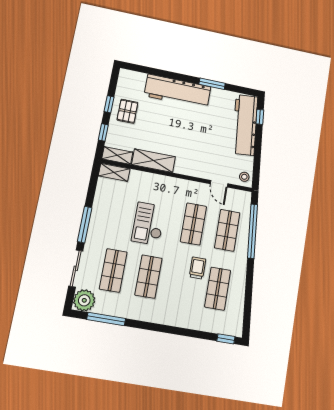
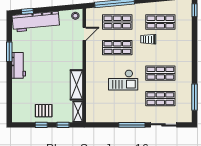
workbench: (178, 91) -> (19, 65), width x0.53, depth x0.76
shelving: (114, 172) -> (91, 112), removed
plant: (84, 300) -> (184, 115), removed

